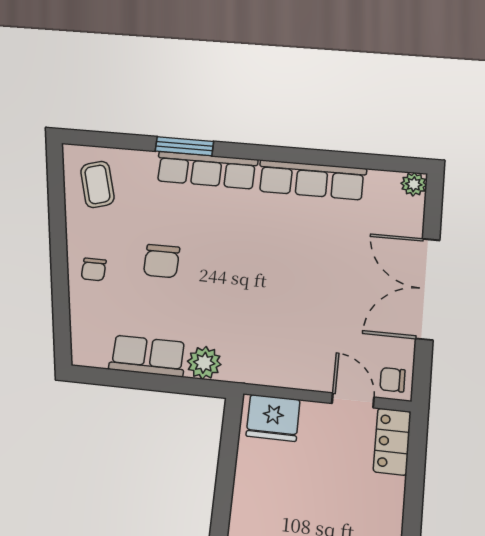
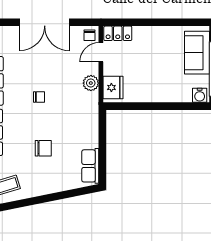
chair: (94, 269) -> (39, 97), moved
row of seats: (148, 356) -> (90, 166), moved
plant: (204, 363) -> (91, 83), moved

